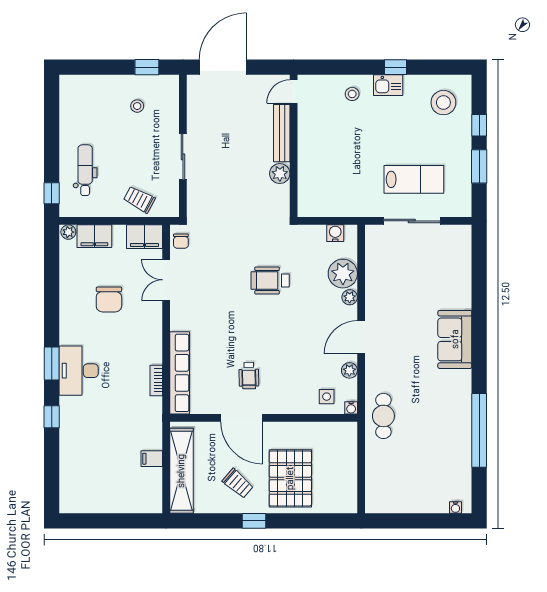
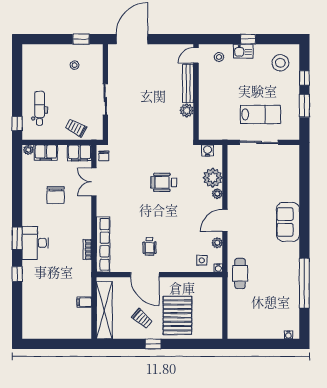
door: (294, 92) -> (196, 55), moved
bench: (282, 133) -> (188, 83), moved
wall: (294, 146) -> (196, 92), moved
plant: (280, 174) -> (187, 110), moved

